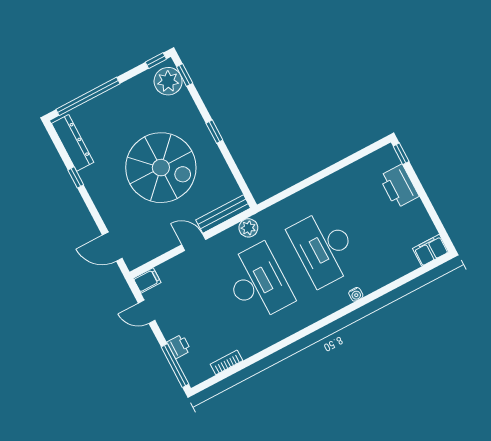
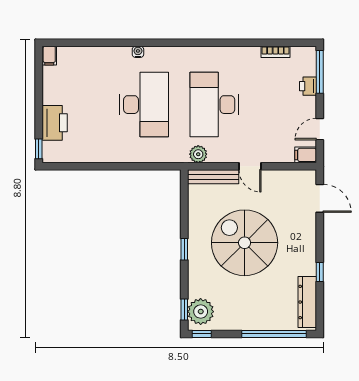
filing cabinet: (431, 250) -> (49, 56), width x0.50
door: (147, 312) -> (320, 129), swing flipped

